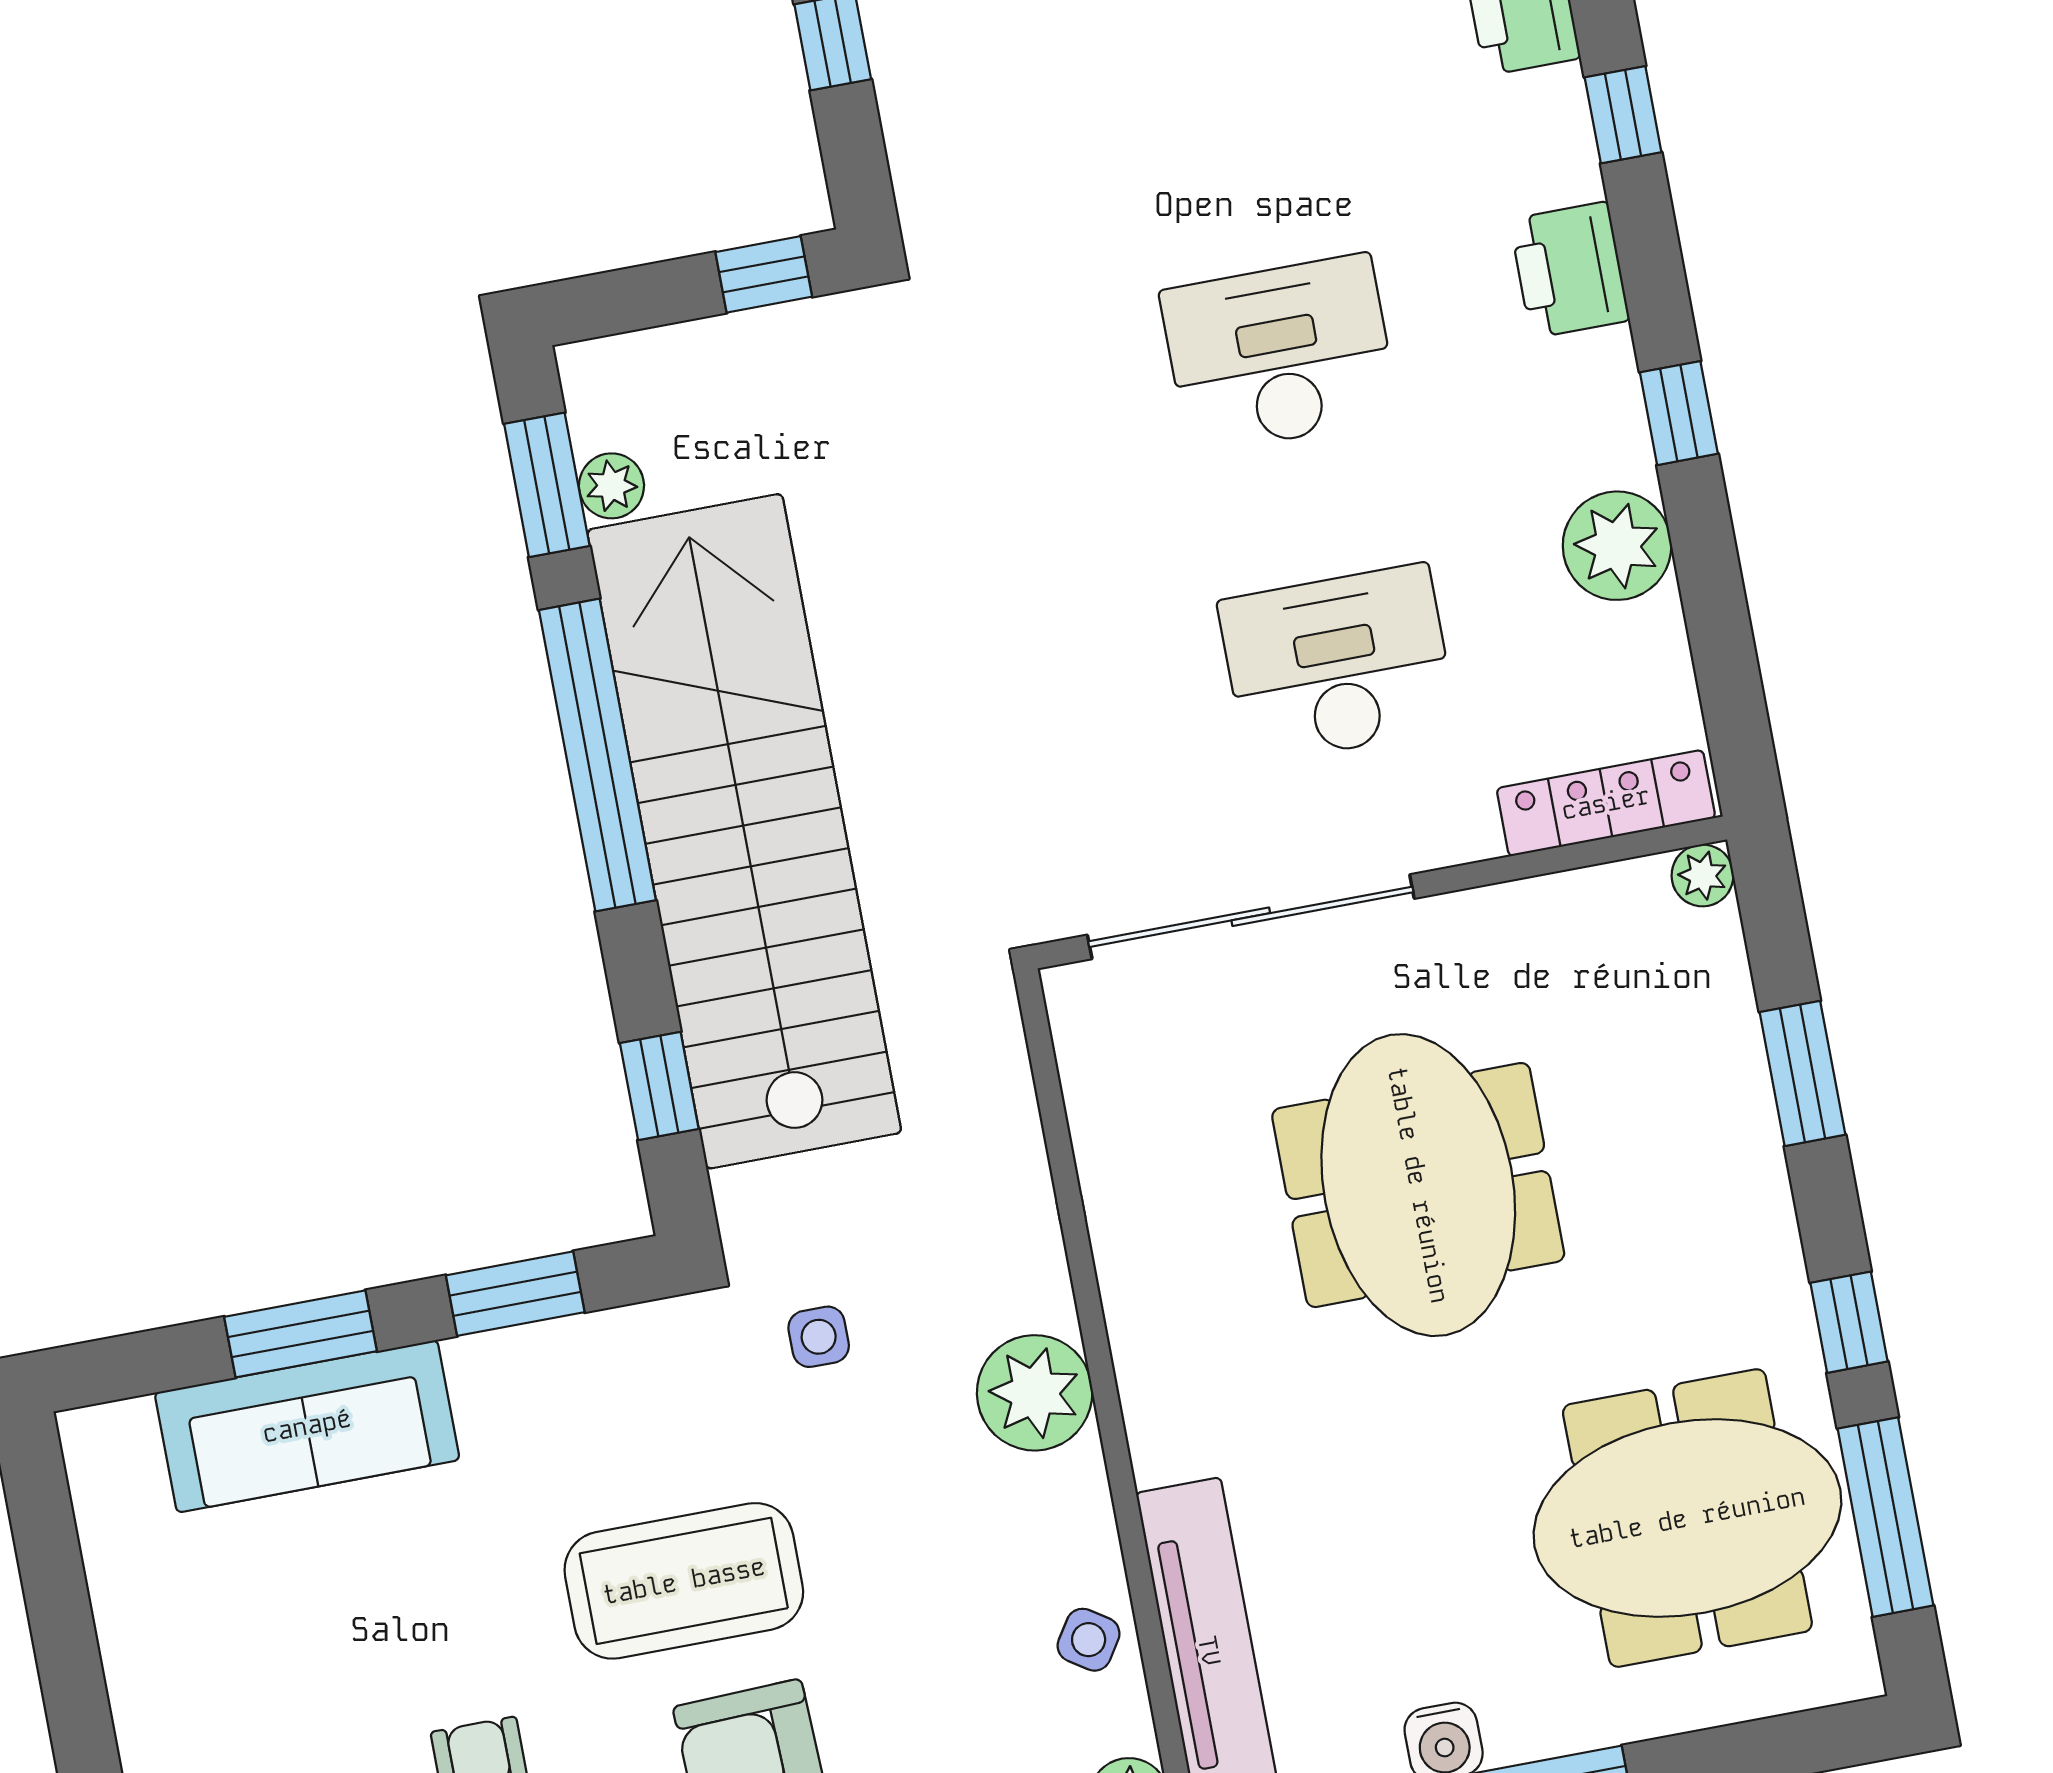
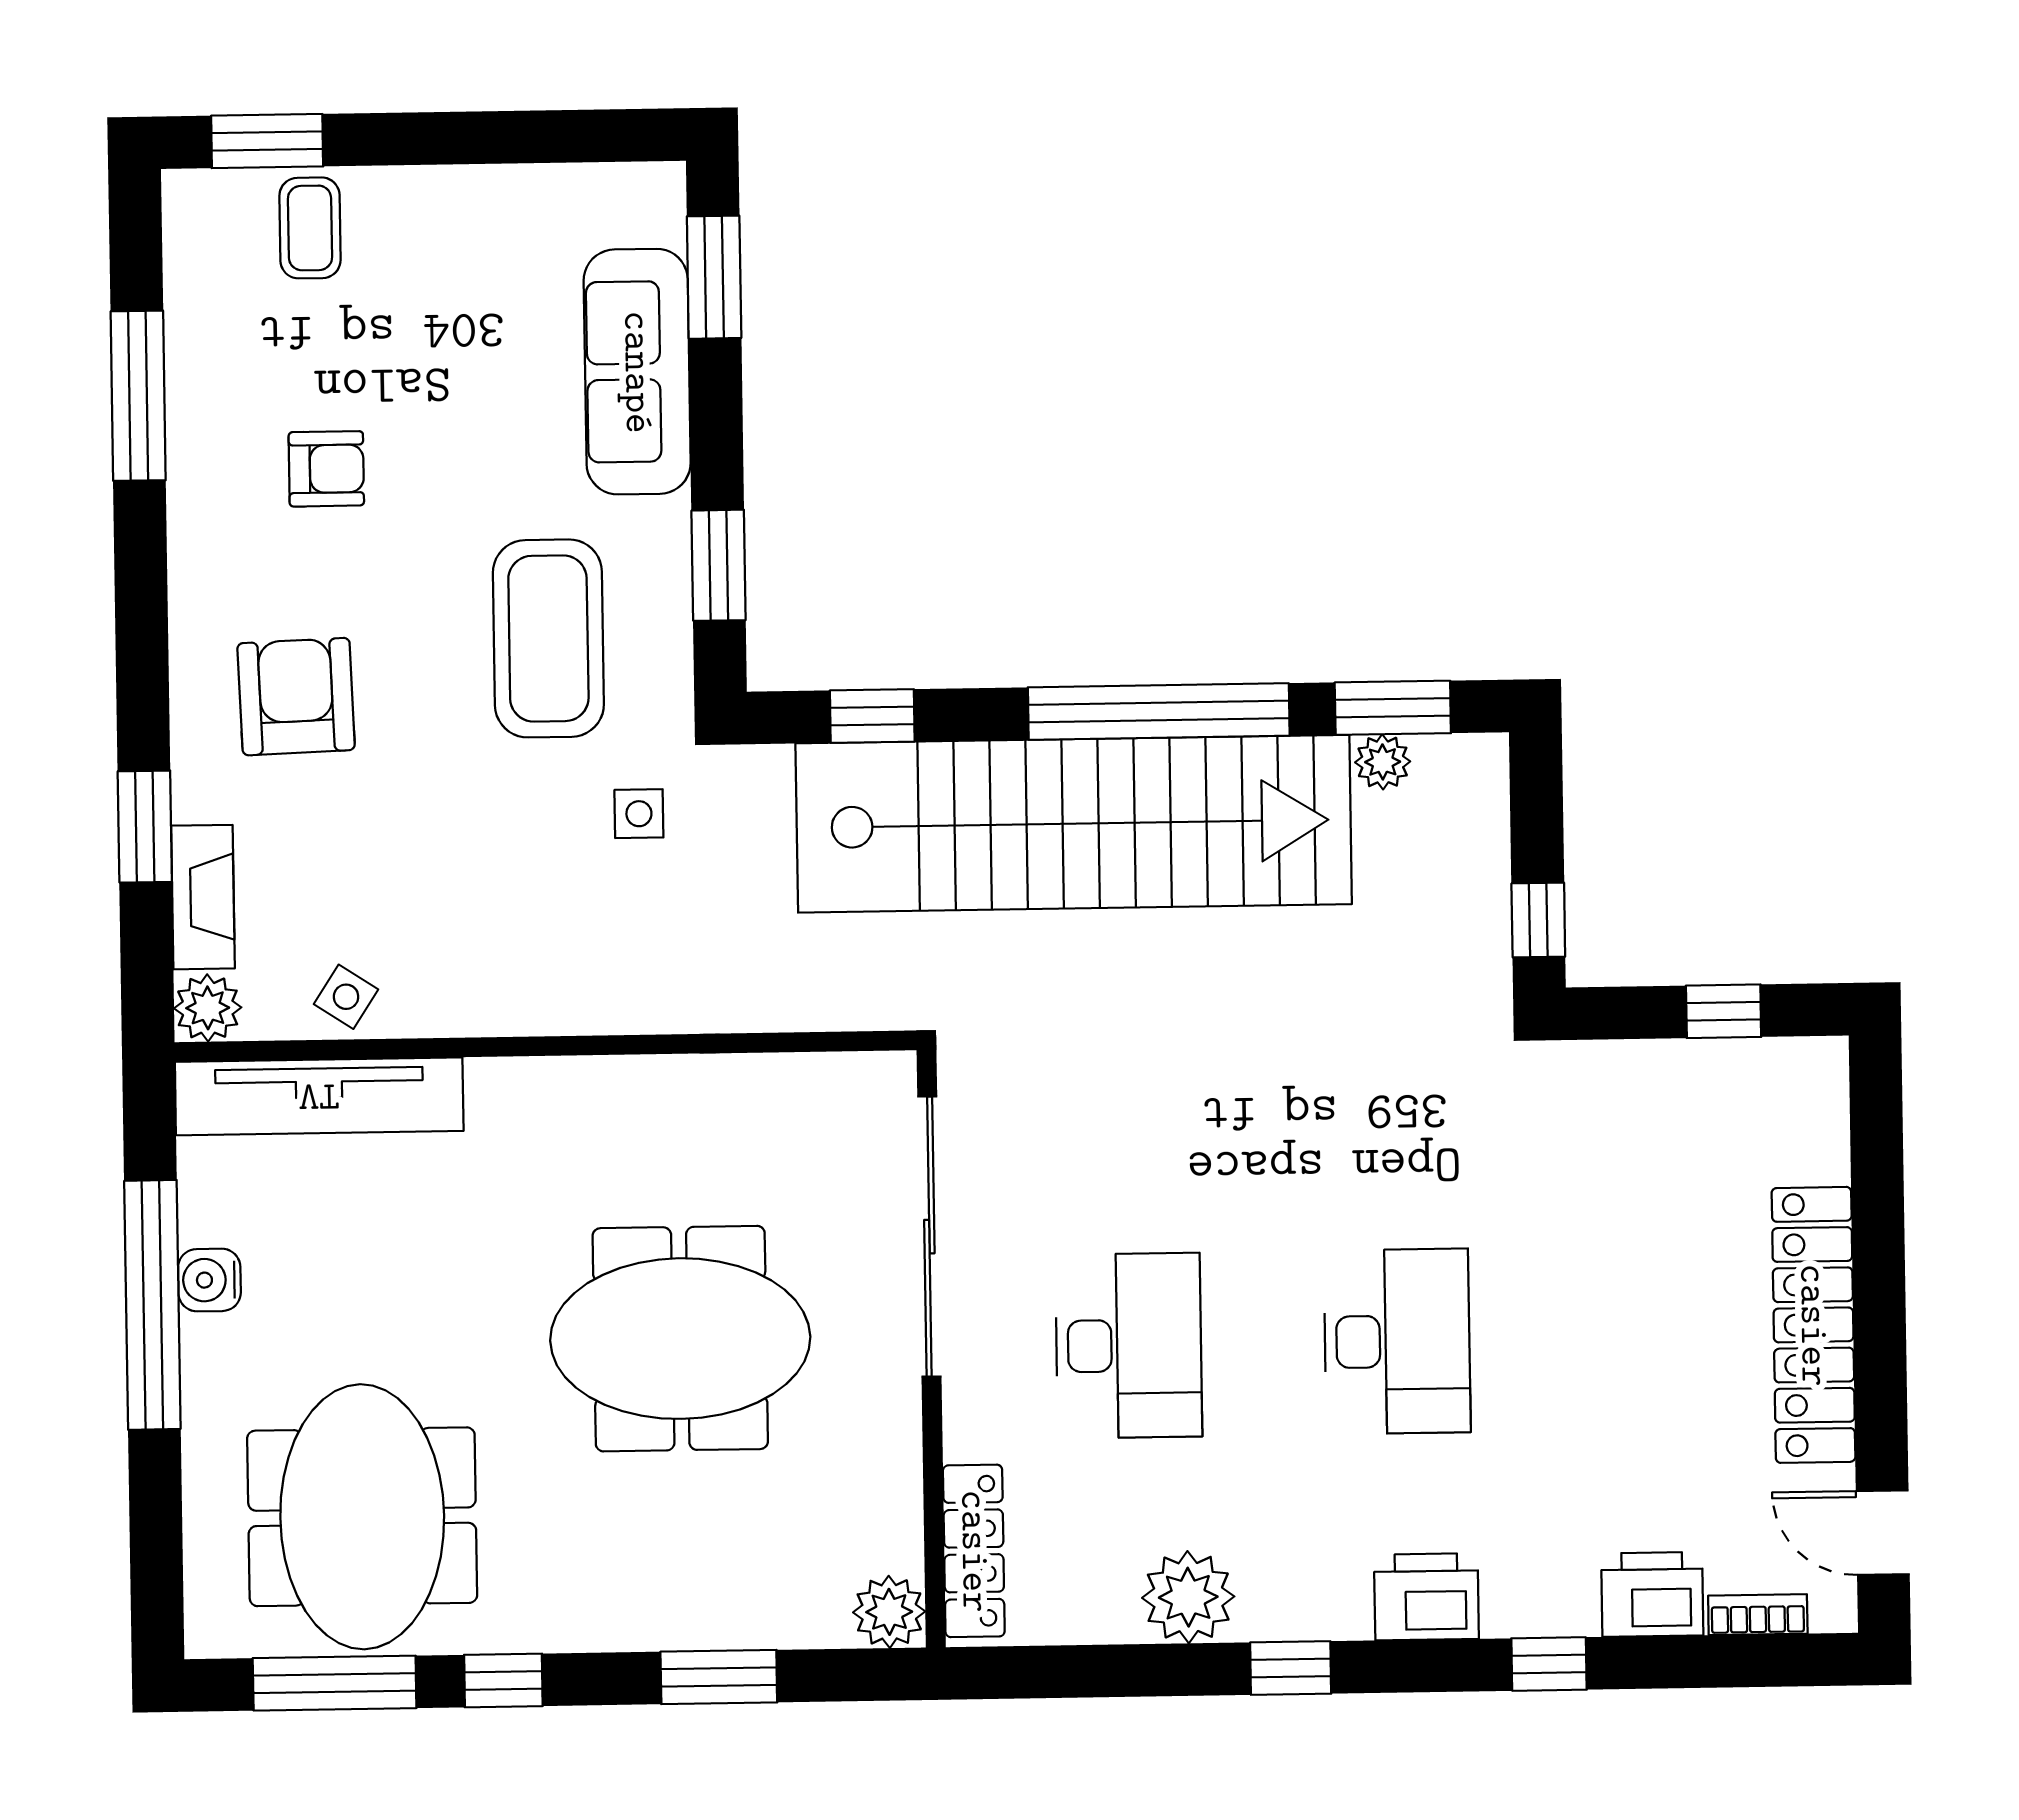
plant: (1703, 875) -> (889, 1612), width x1.38, depth x1.38
window: (301, 1334) -> (714, 277), moved
plant: (1035, 1393) -> (561, 987), removed
coffee table: (684, 1581) -> (548, 638), moved

